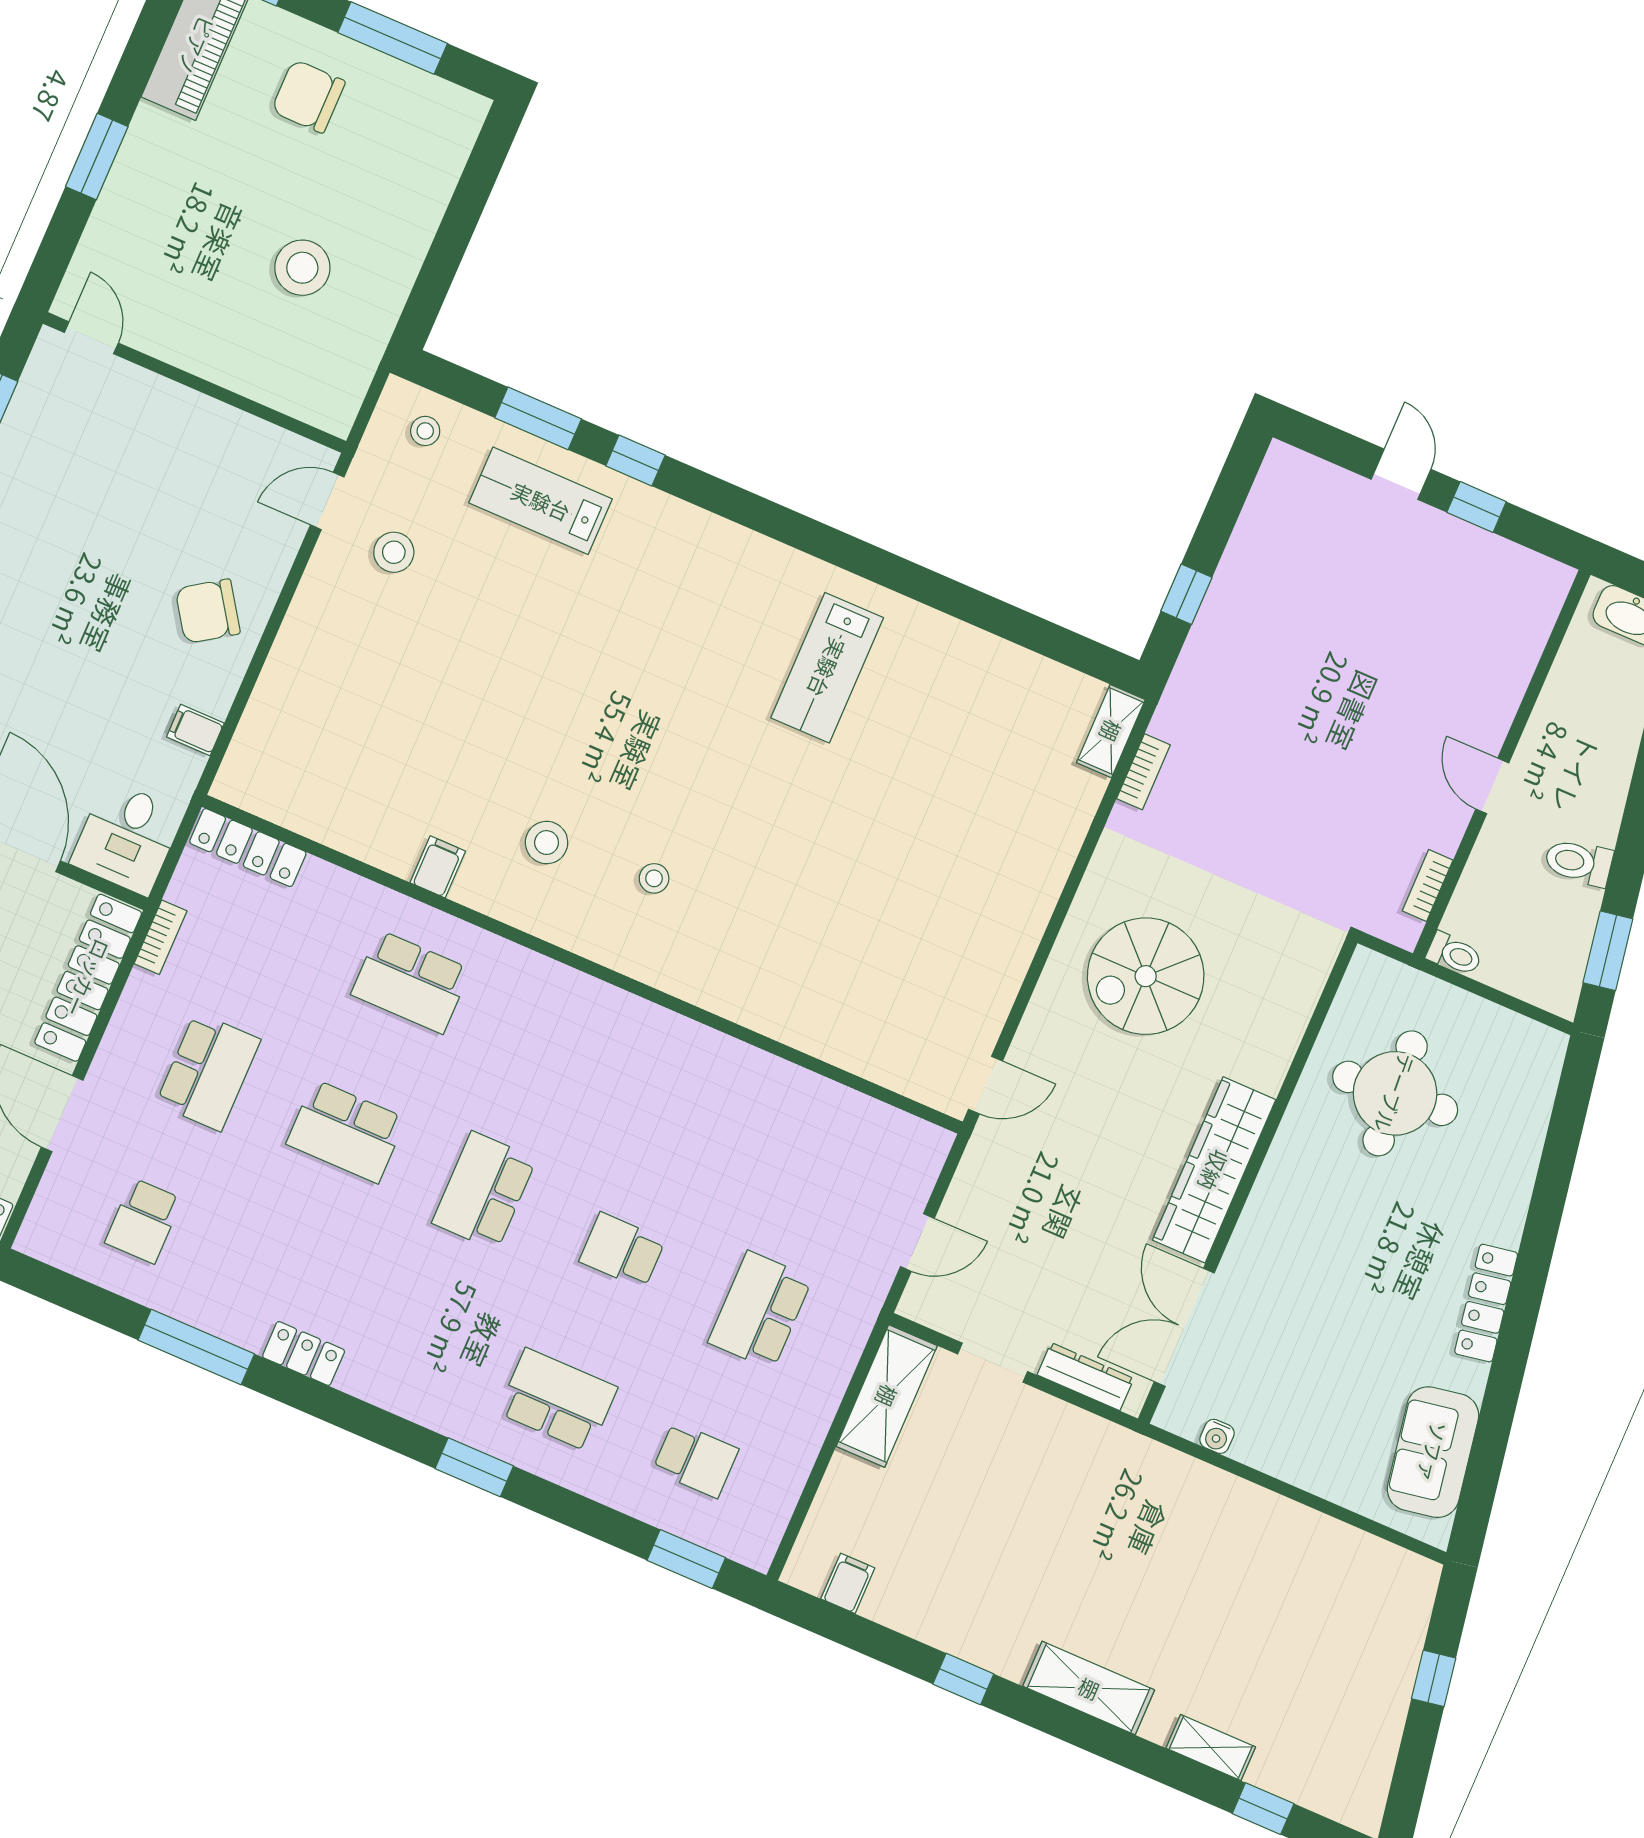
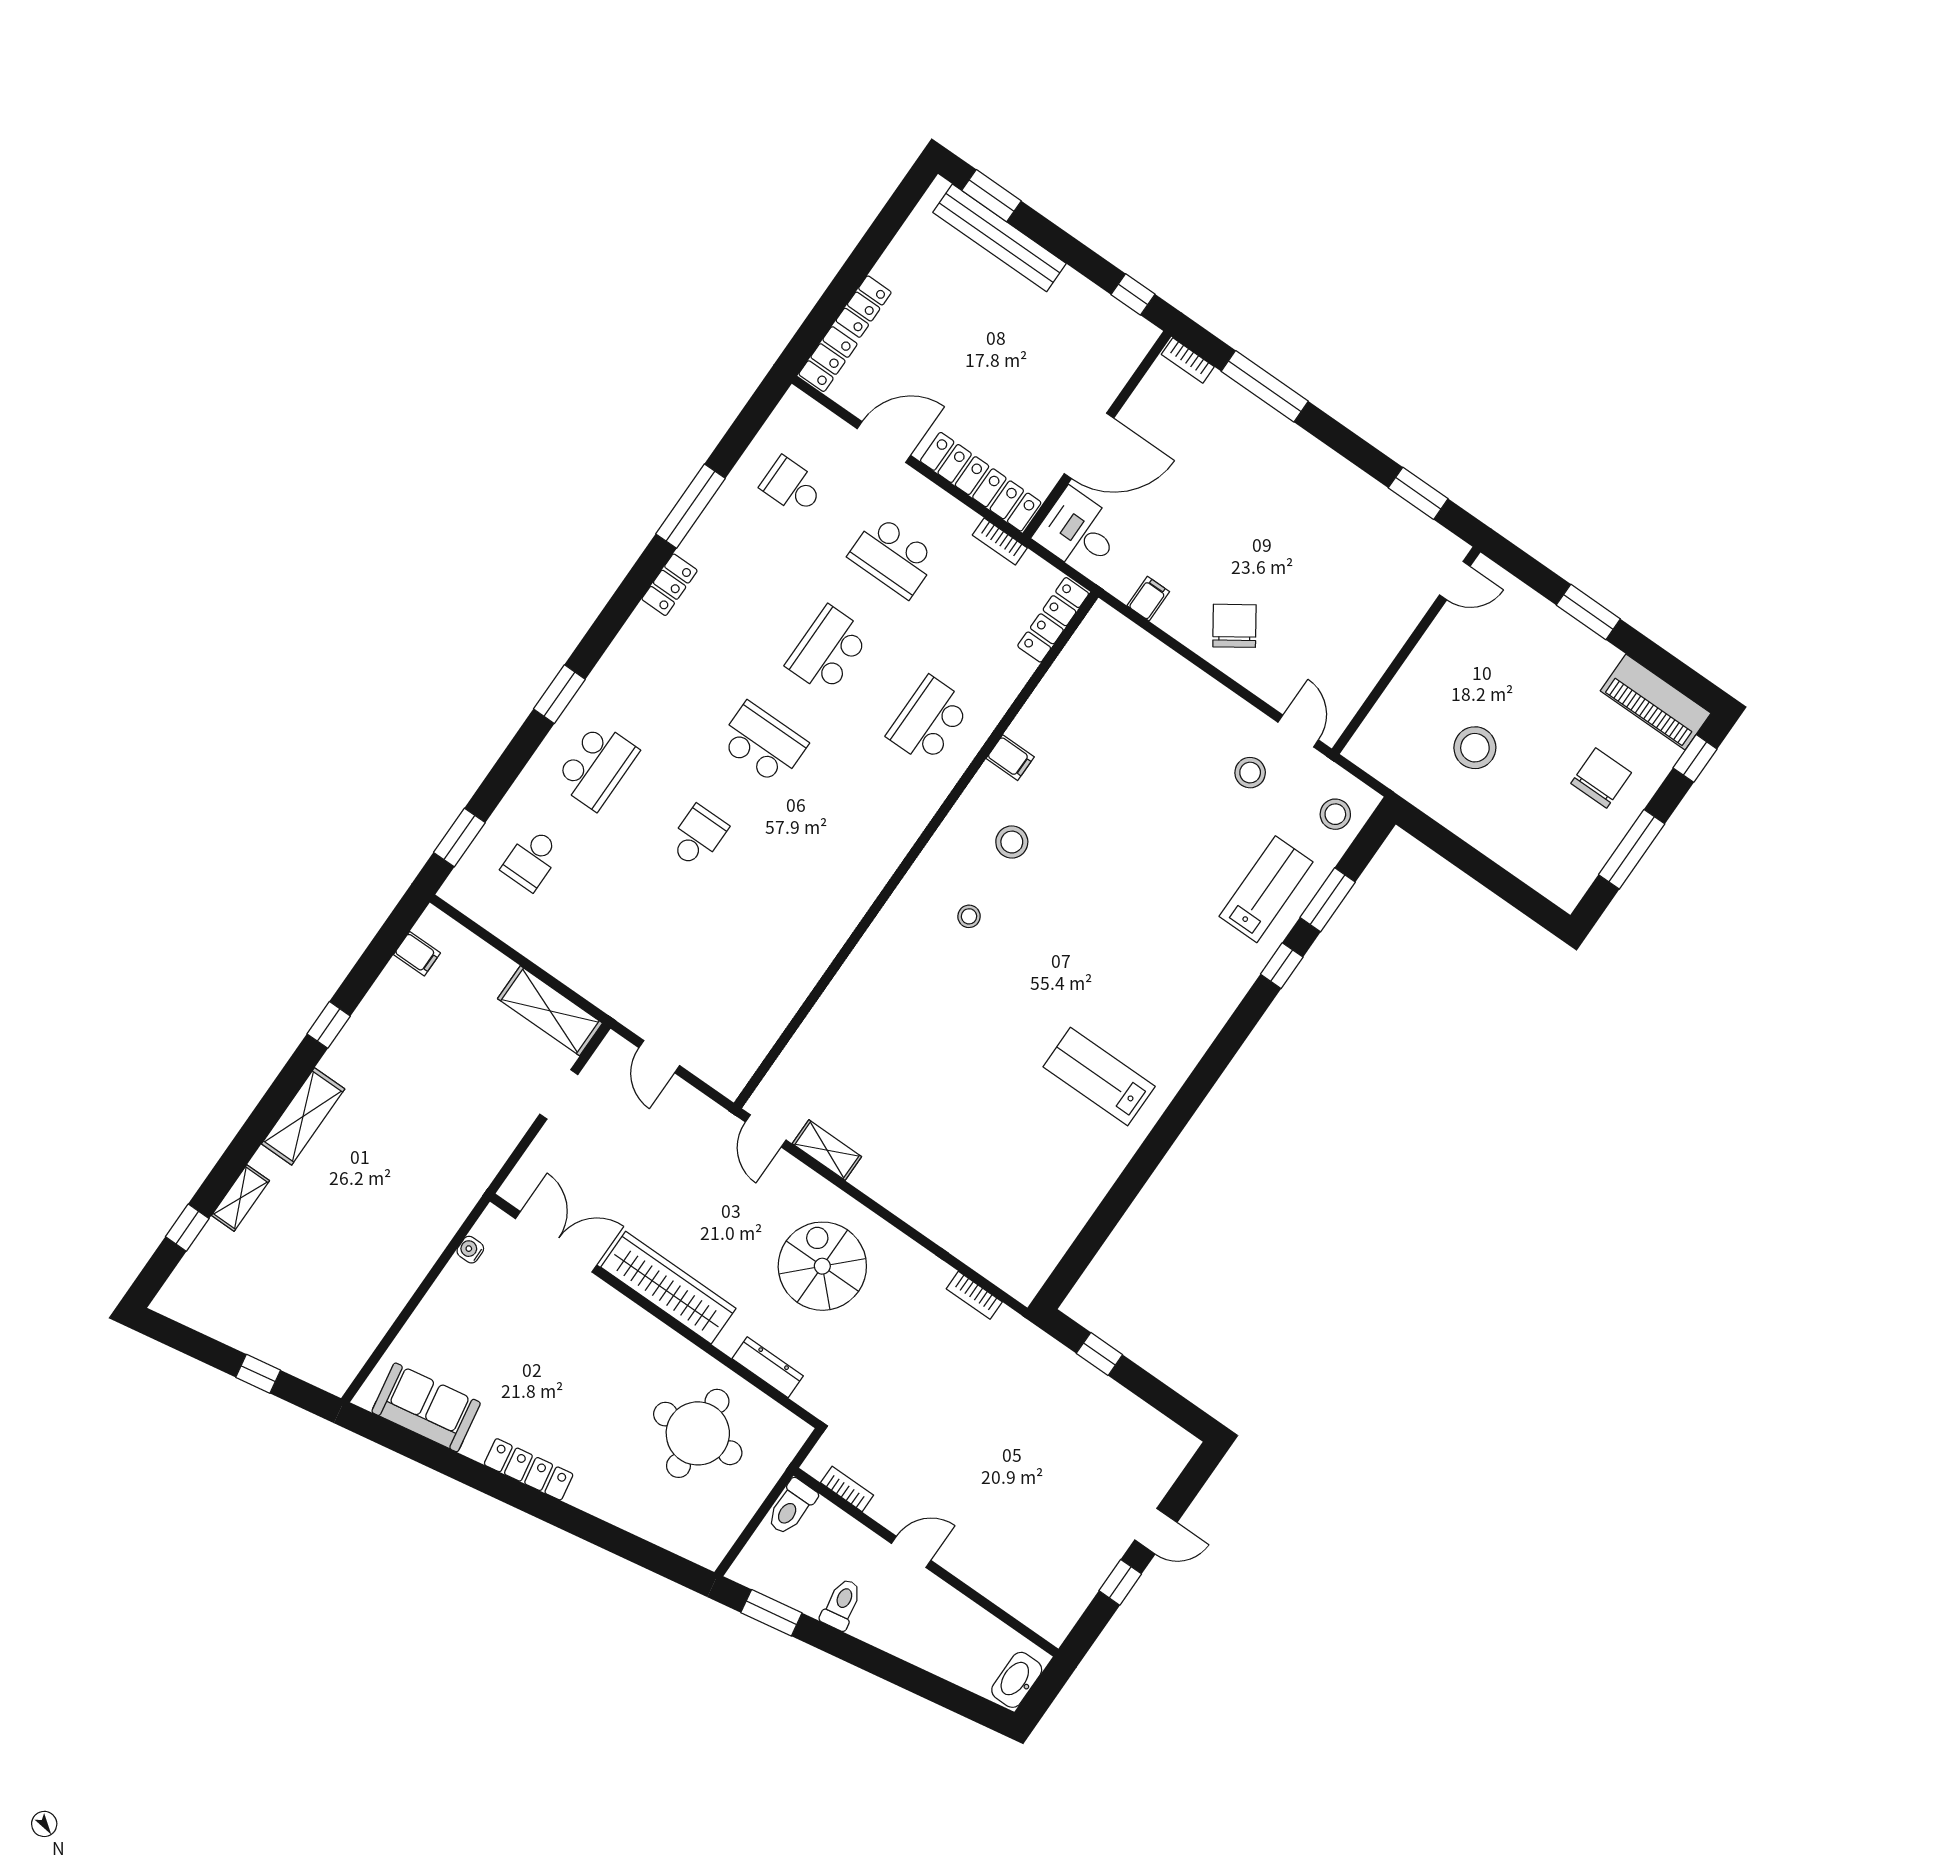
stool: (425, 431) -> (1335, 814), width x1.37, depth x1.37
shelving: (1111, 731) -> (827, 1150), moved
toilet: (1454, 954) -> (791, 1507), width x1.37, depth x1.39
school desk: (760, 1310) -> (633, 930), removed
dresser: (1085, 1377) -> (768, 1367), moved, turned -90

